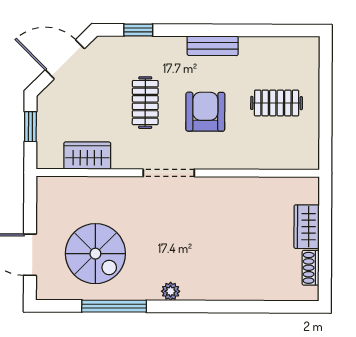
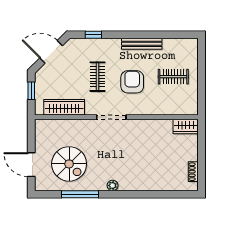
bench: (213, 46) -> (142, 44), width x1.36
wardrobe: (87, 156) -> (64, 107), width x1.50
wardrobe: (307, 227) -> (186, 127), moved, turned -90

